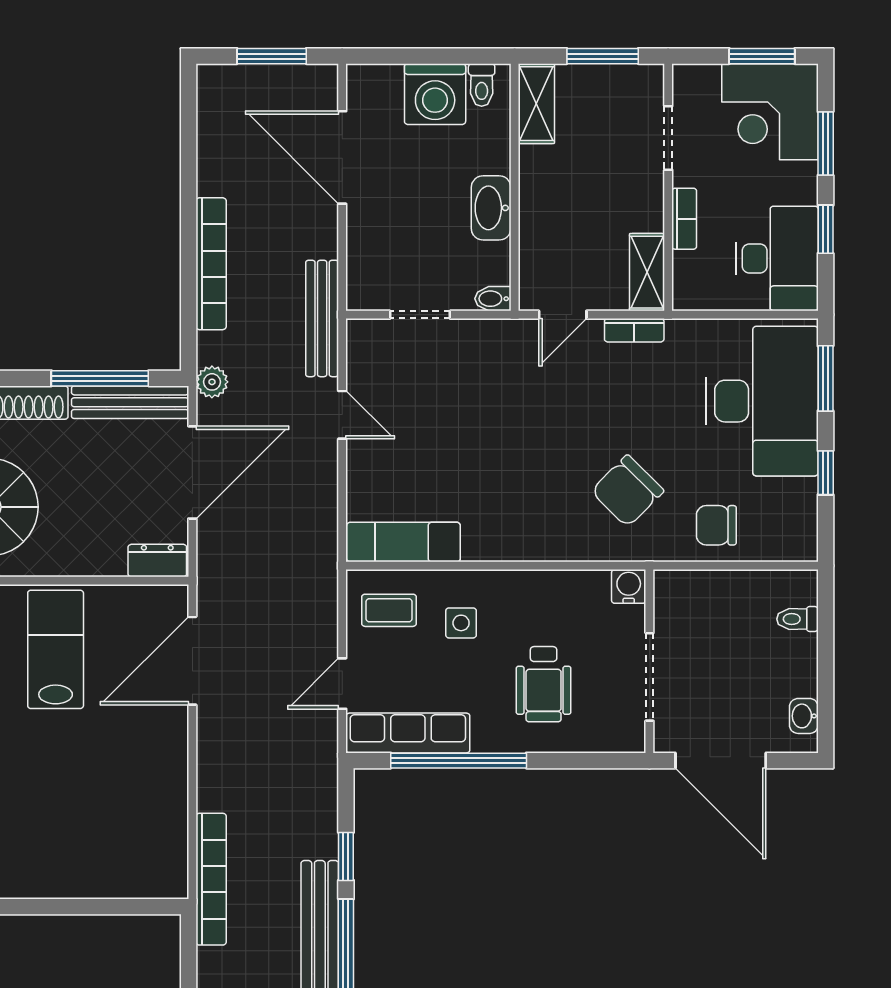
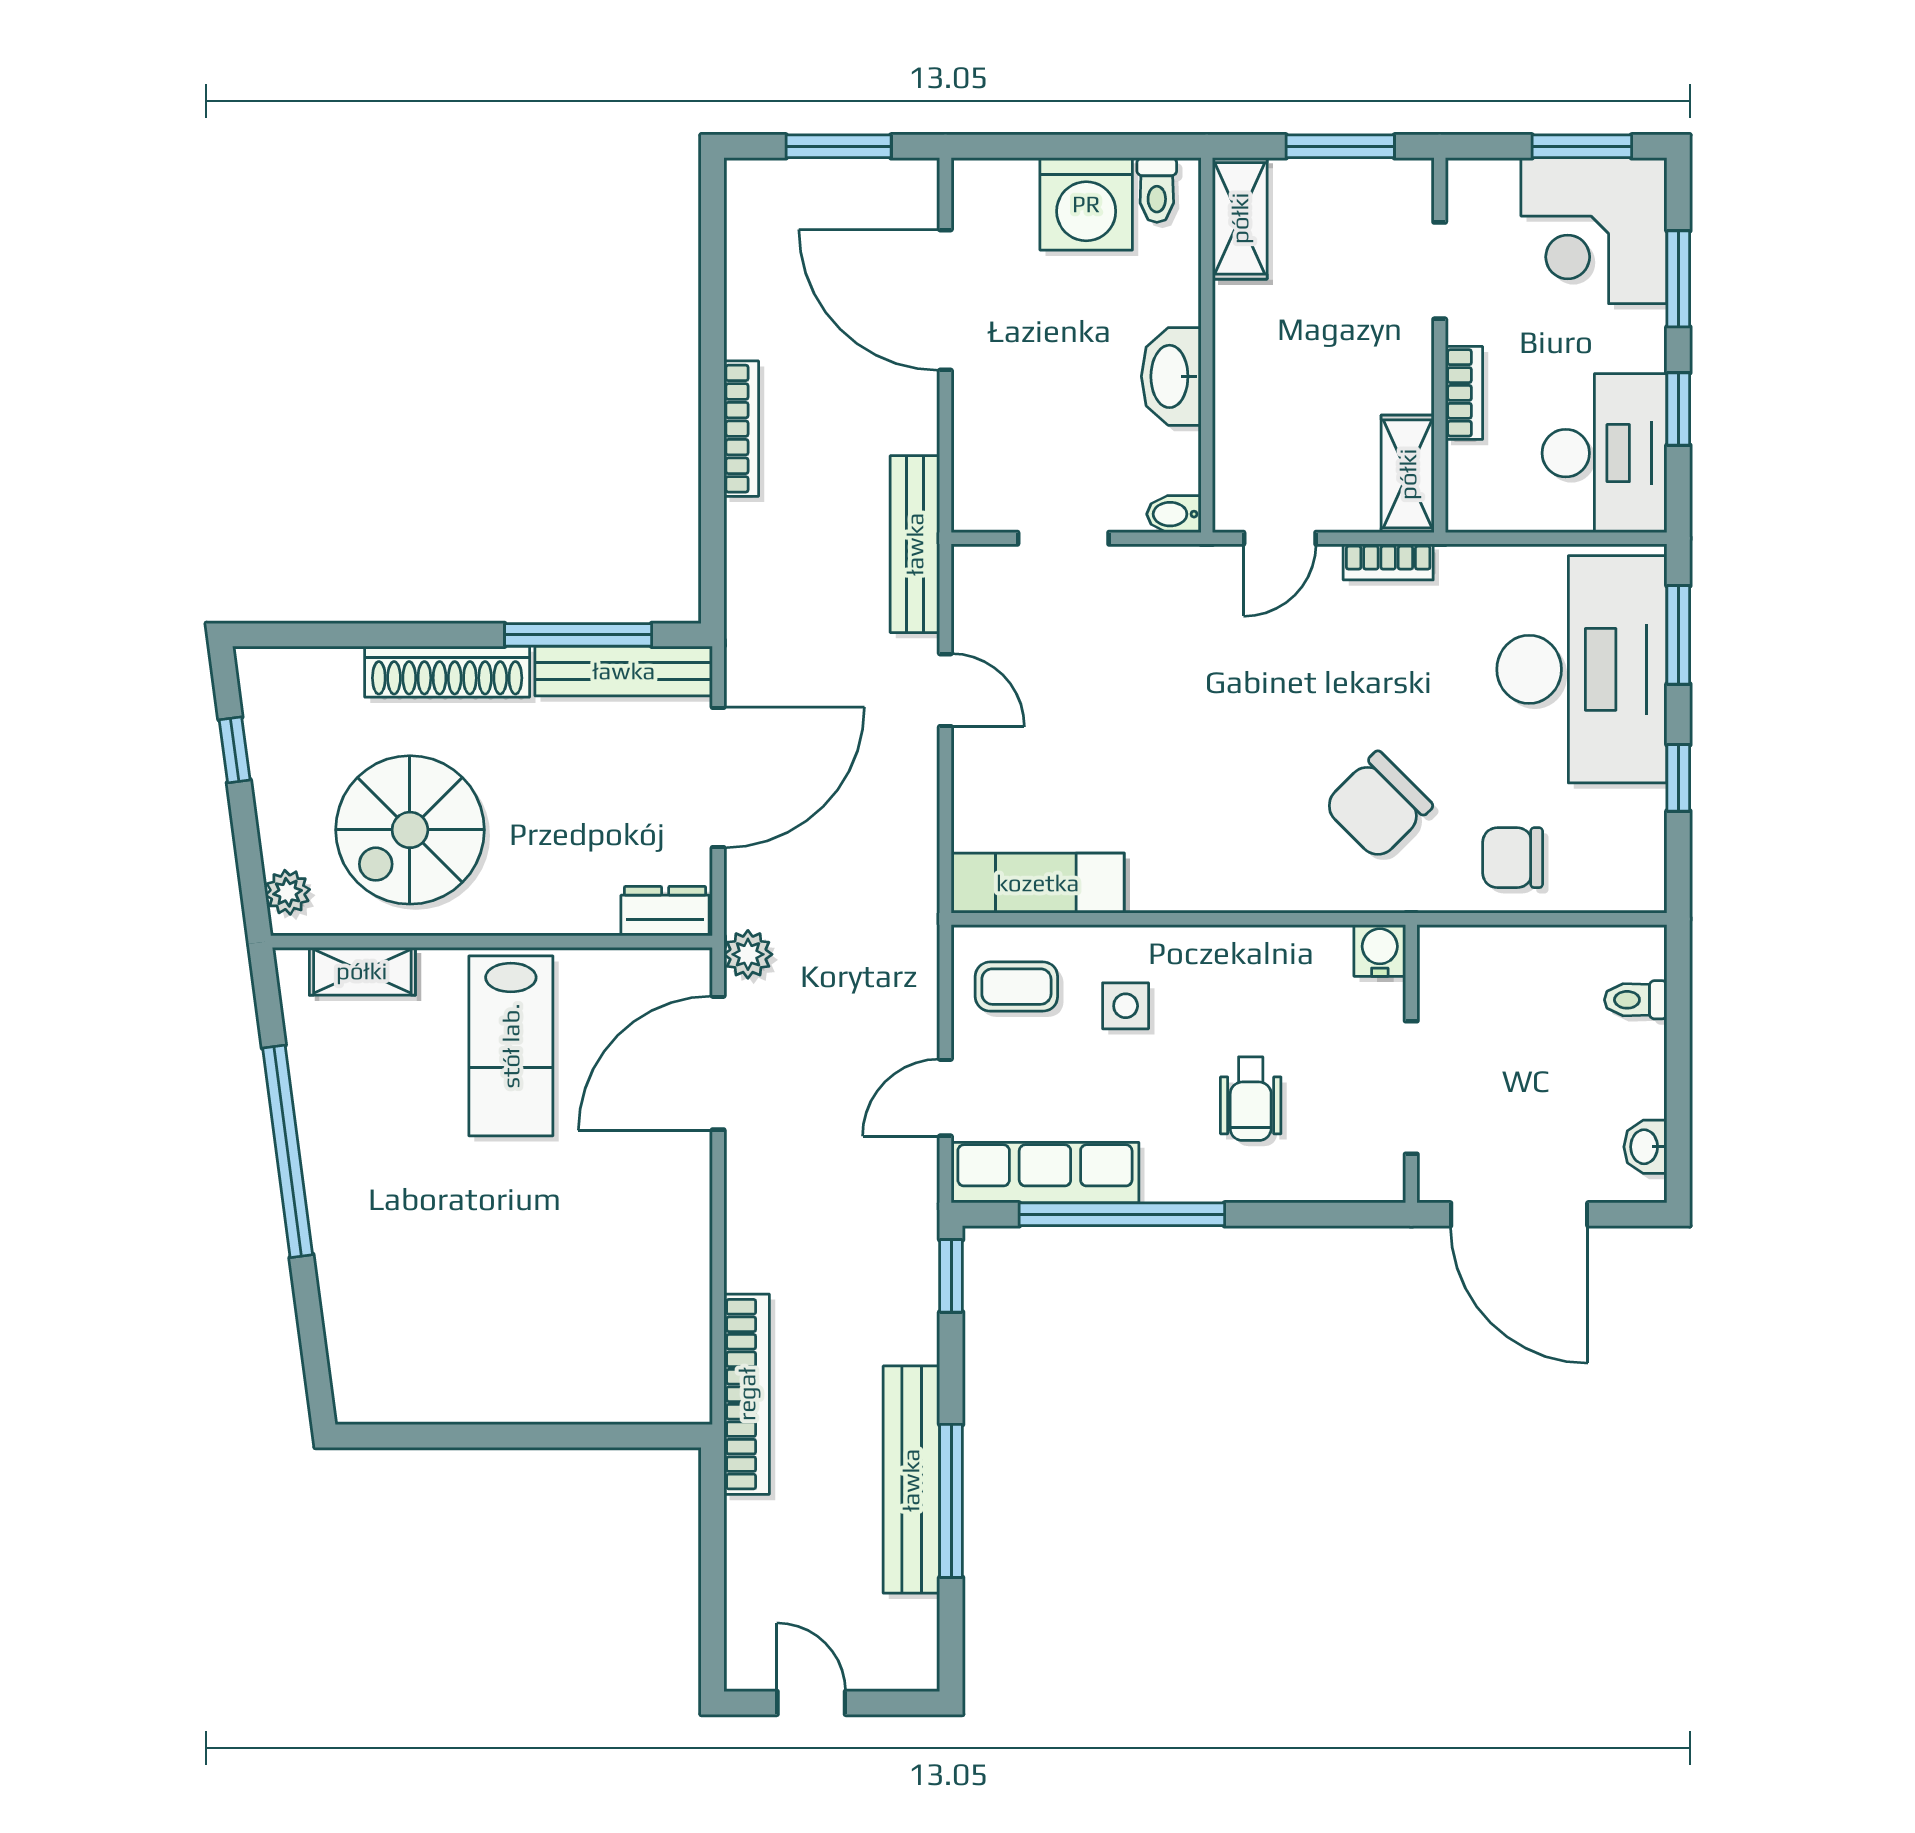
bookcase: (211, 264) -> (741, 429), width x0.68, depth x0.76
plant: (212, 382) -> (748, 954), moved
lab bench: (56, 649) -> (511, 1046), turned 180
wheelchair: (544, 684) -> (1251, 1099), width x0.73, depth x0.73
window: (346, 856) -> (951, 1276), moved

